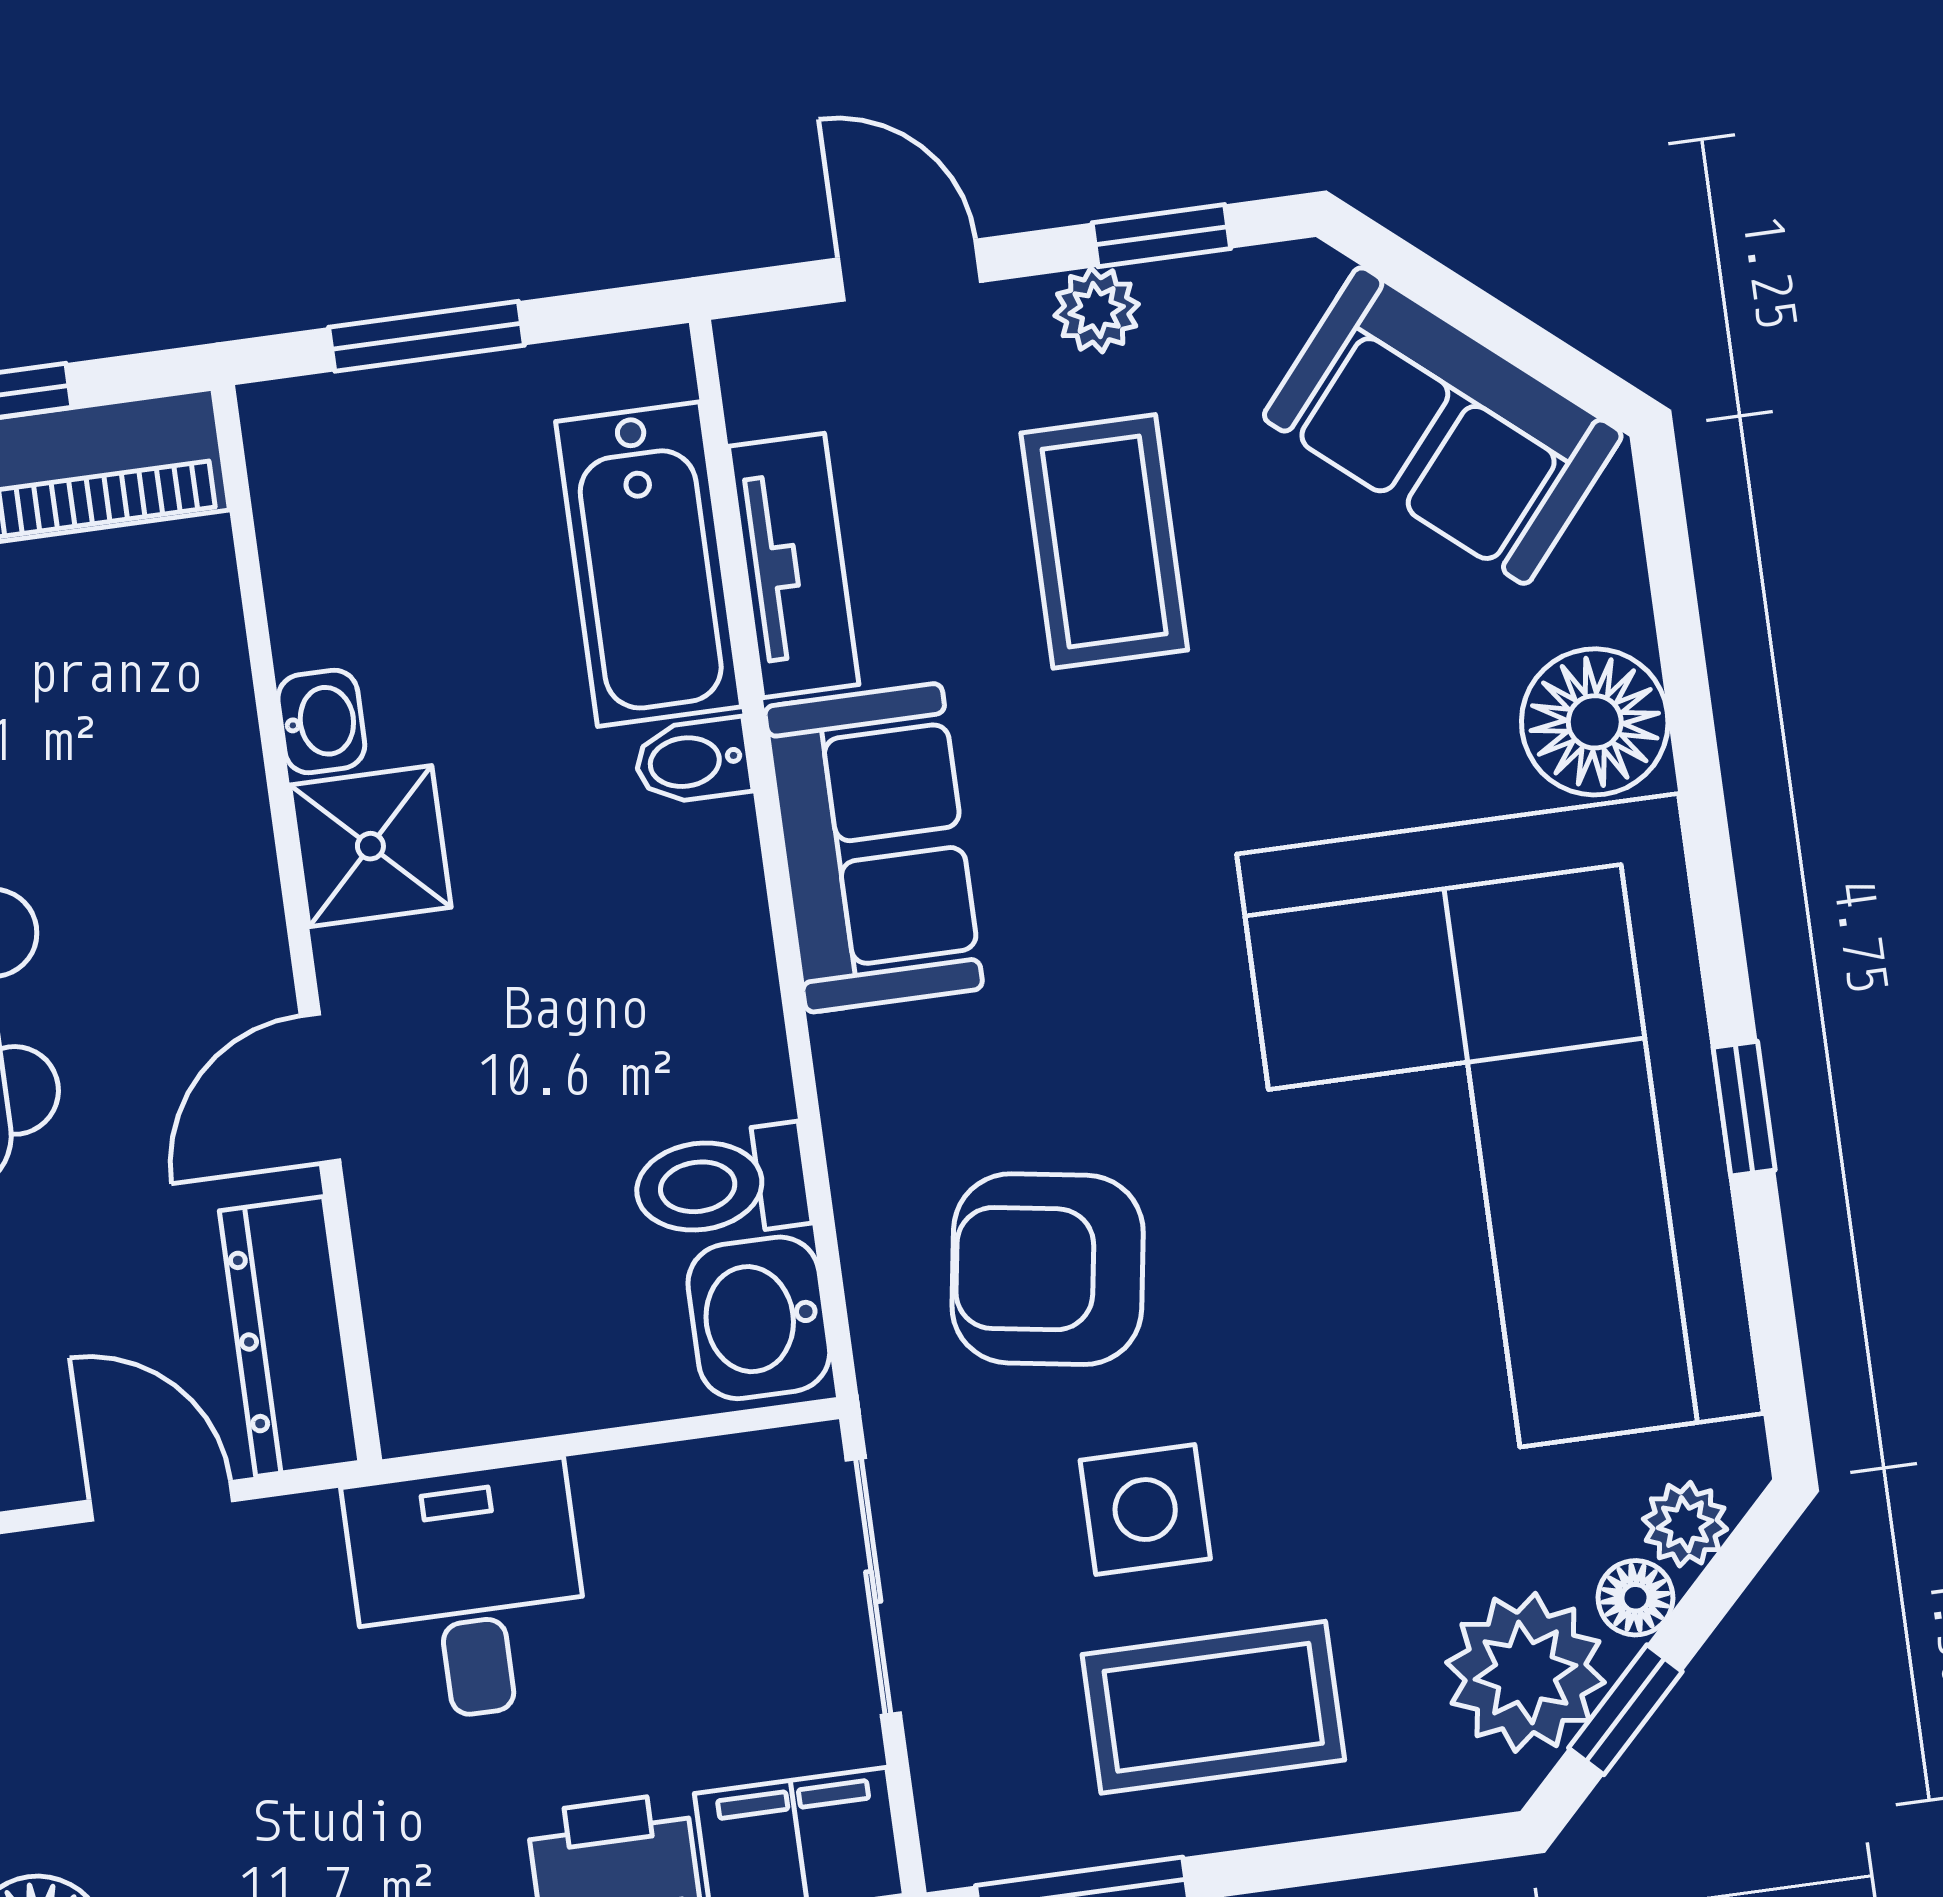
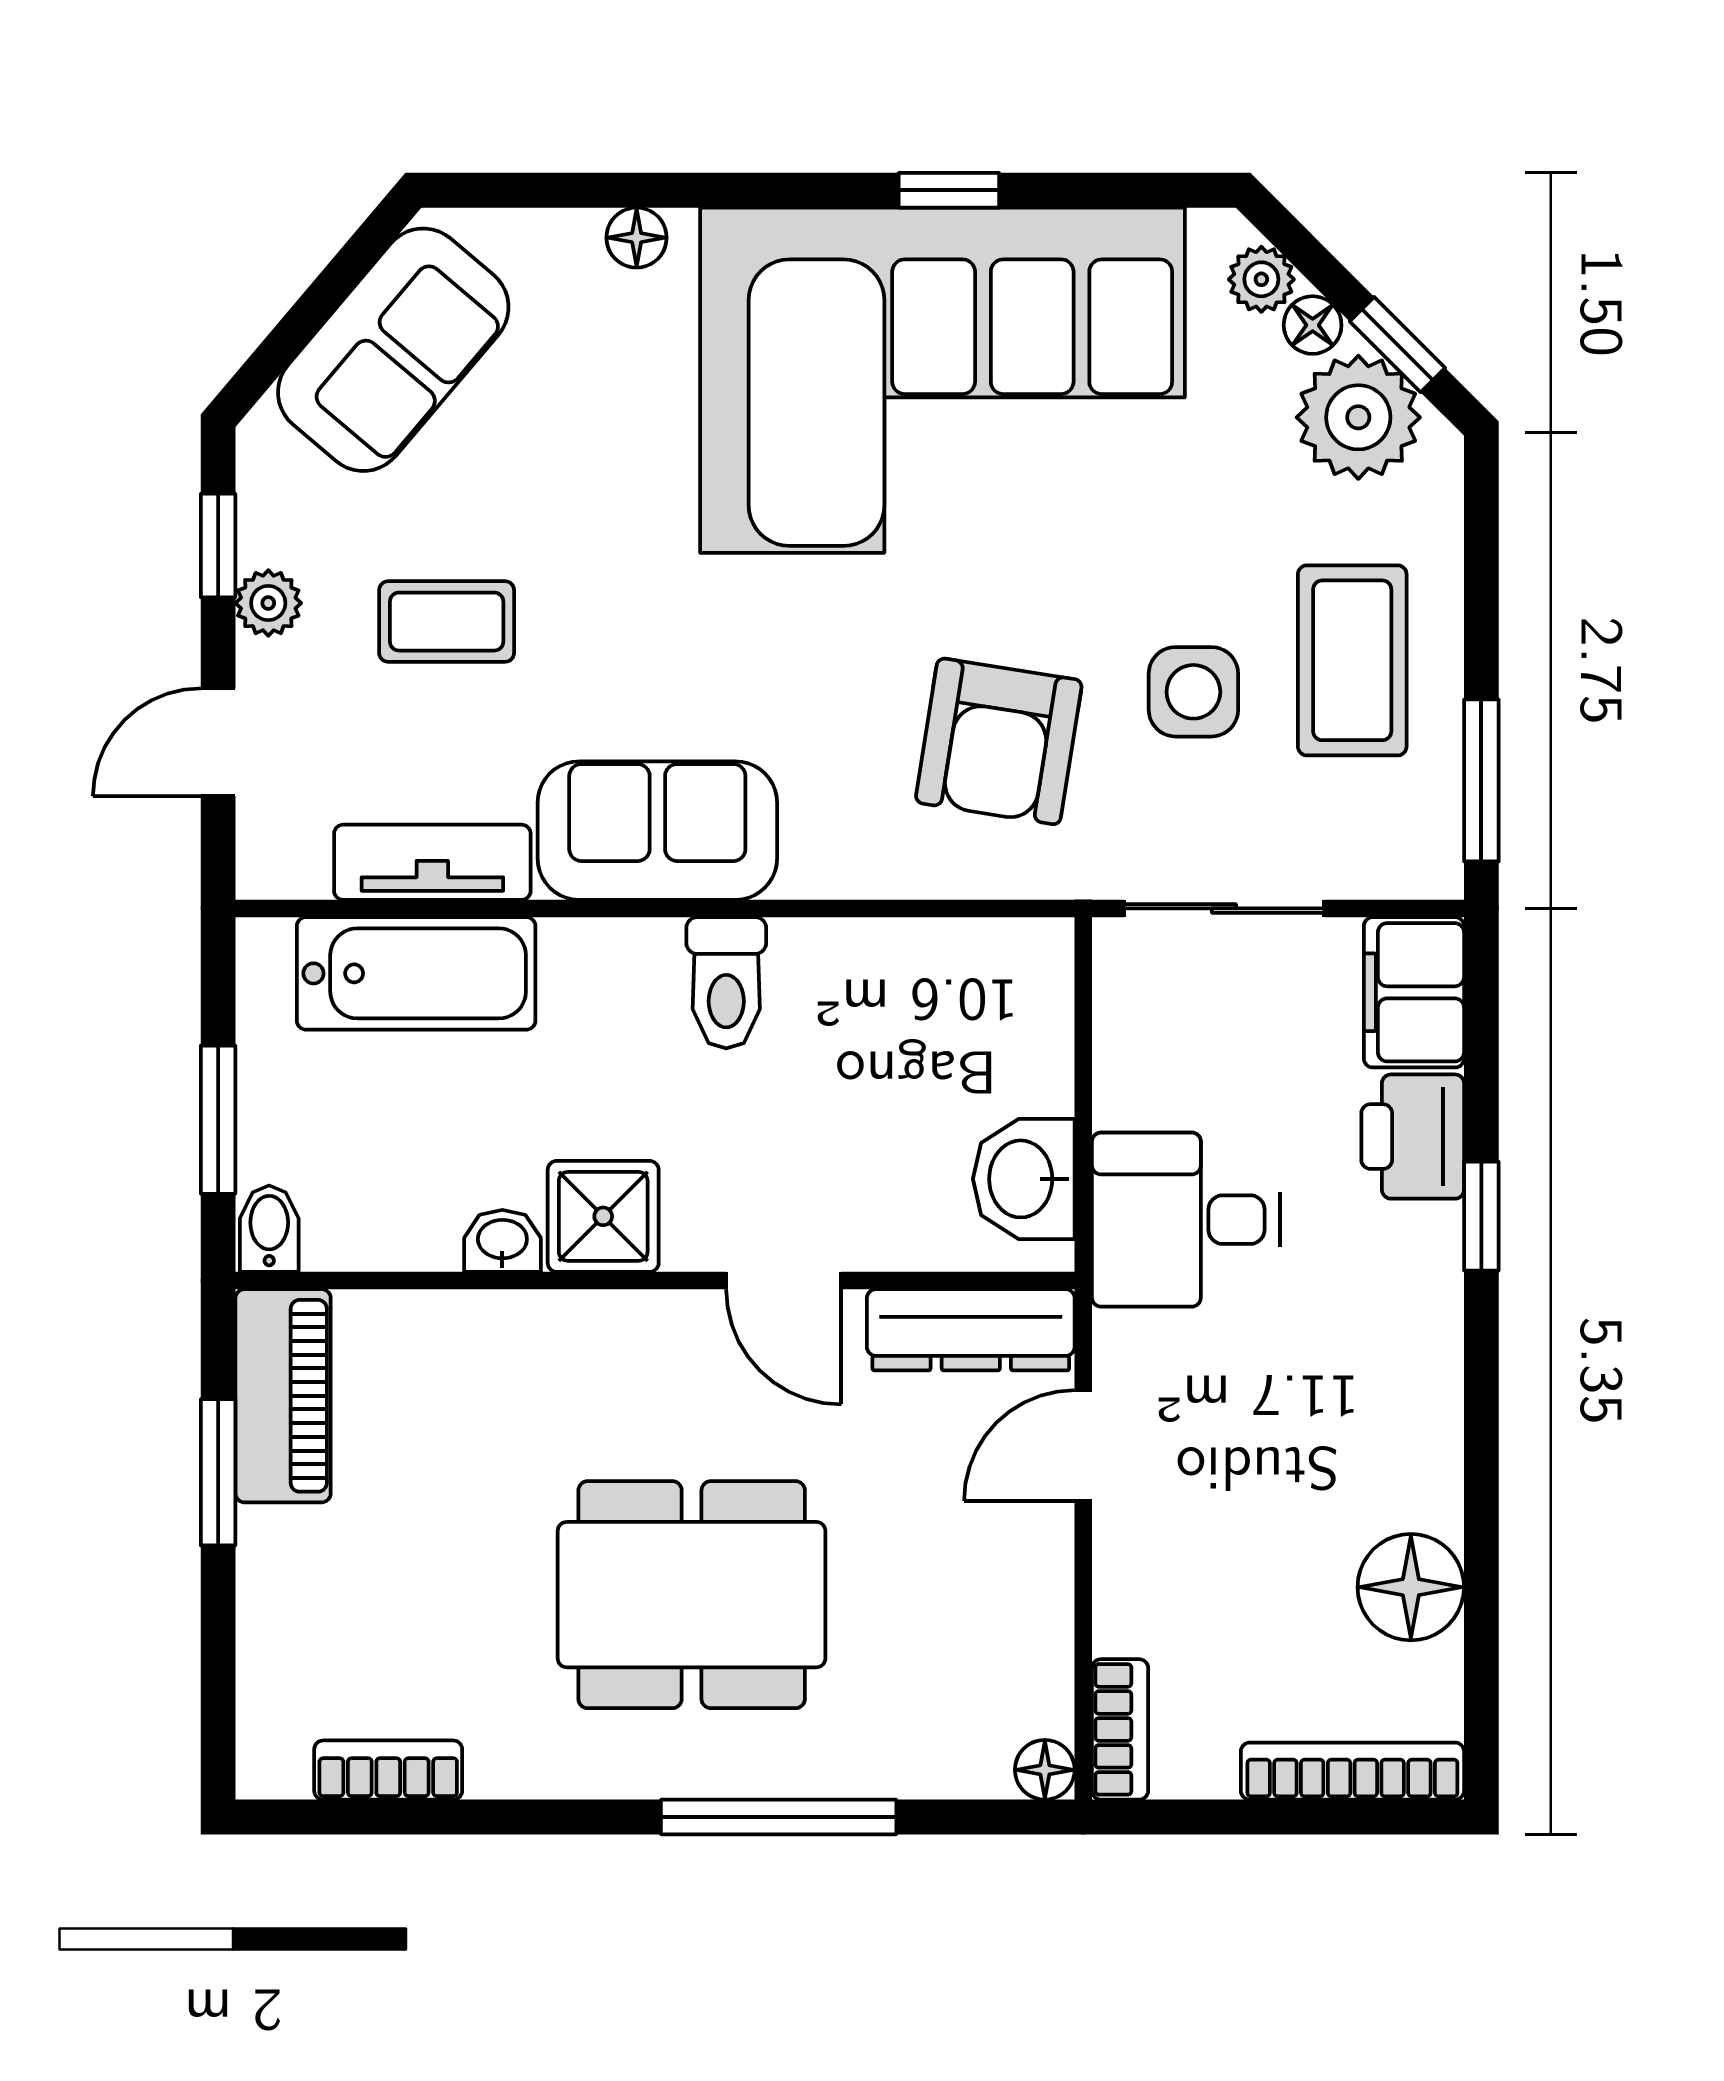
coffee table: (1104, 541) -> (447, 622), width x0.73, depth x0.77
floor lamp: (1595, 722) -> (637, 238), width x0.53, depth x0.53
bidet: (693, 761) -> (269, 1229), moved, turned 180
toilet: (721, 1184) -> (726, 983), moved
washbasin: (759, 1318) -> (1024, 1179), moved, turned 90

